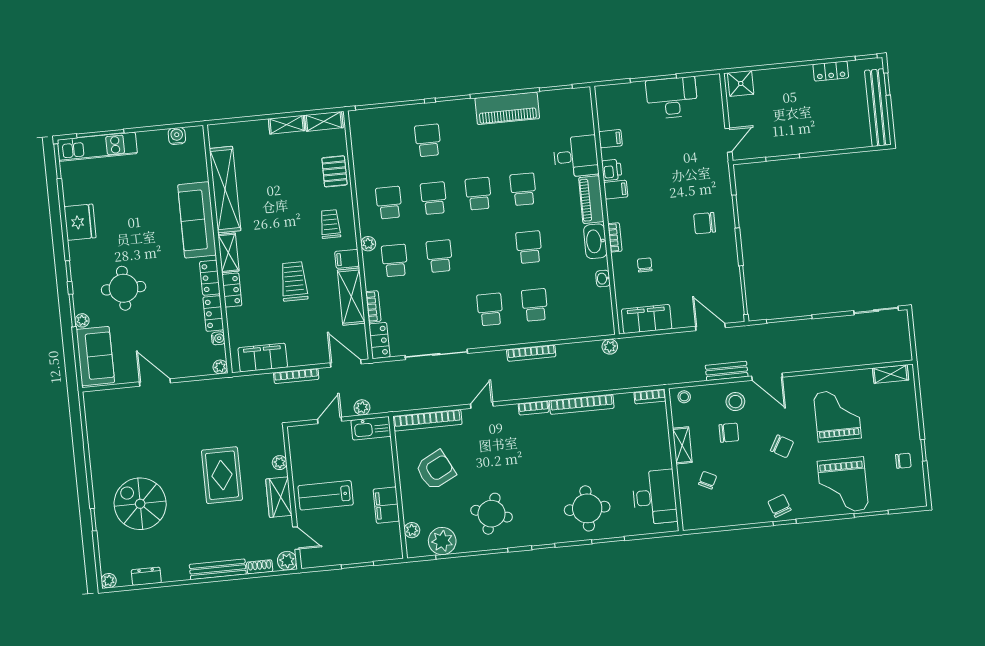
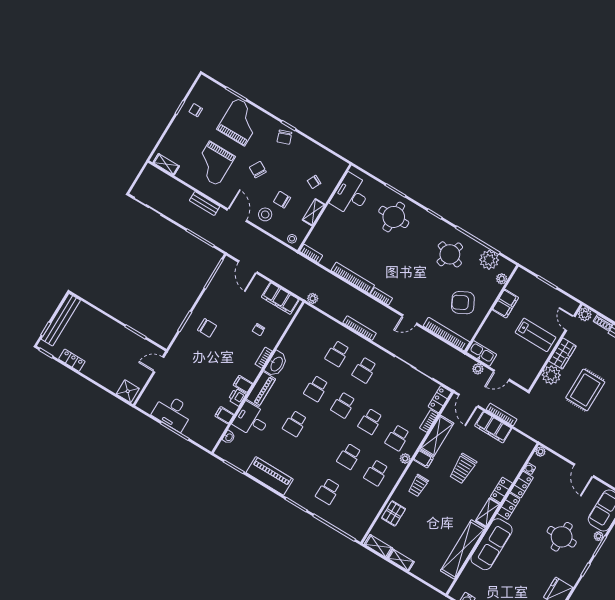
school desk: (478, 194) -> (343, 405), moved
washbasin: (603, 279) -> (229, 437), moved
filing cabinet: (263, 358) -> (493, 427), moved
bench: (727, 371) -> (205, 204), moved
plant: (280, 463) -> (551, 375), width x1.87, depth x1.87

